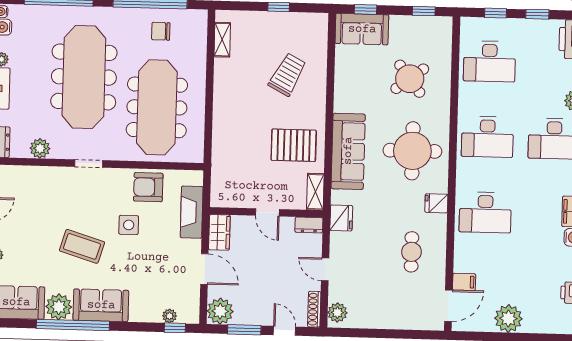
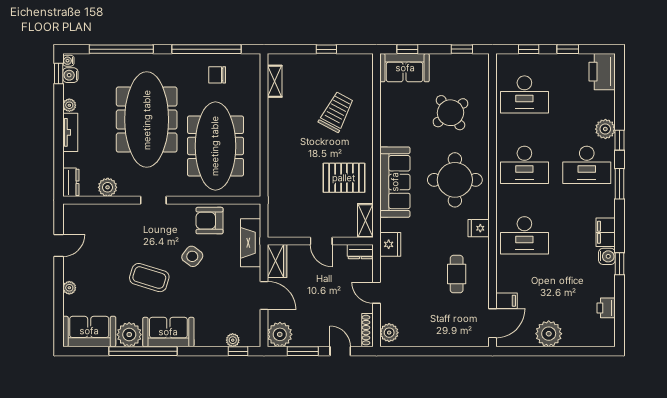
side table: (129, 225) -> (192, 256), turned 37

